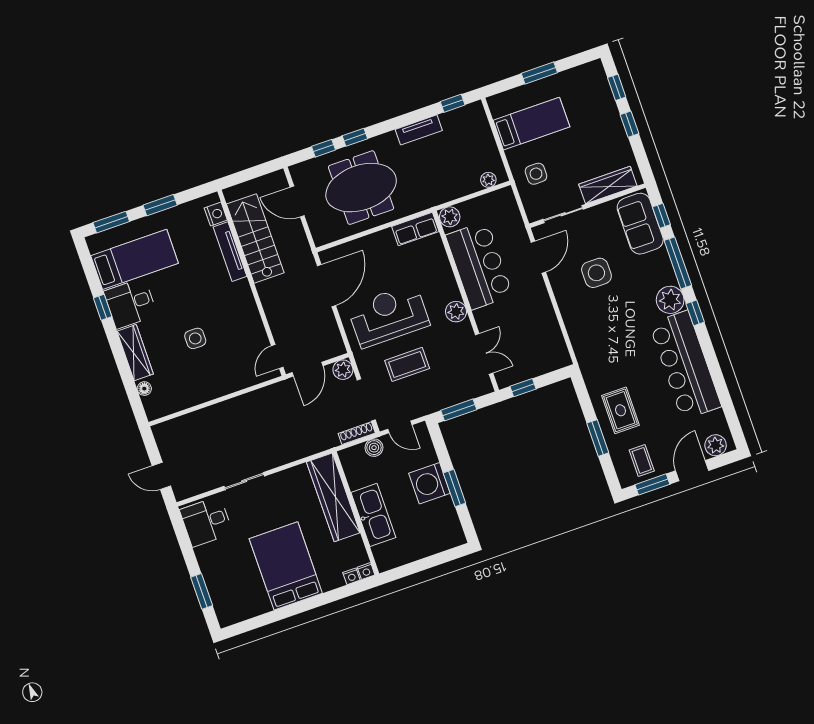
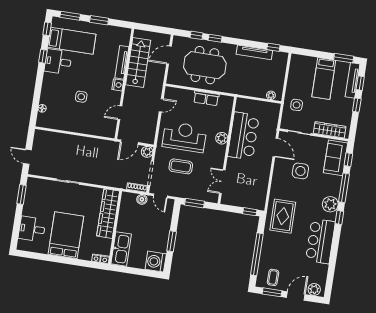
window: (539, 73) -> (344, 58), moved
tv unit: (603, 89) -> (353, 80), added
bed: (531, 124) -> (324, 79), moved, turned 90
tv unit: (419, 130) -> (254, 52), width x1.41
door: (297, 201) -> (169, 55), hinge flipped
nightstand: (216, 214) -> (118, 85), moved
plant: (450, 217) -> (242, 104), removed
row of seats: (415, 229) -> (206, 98), moved
door: (538, 257) -> (275, 148), hinge flipped
window: (87, 261) -> (47, 29), added
door: (326, 286) -> (161, 105), width x0.53
plant: (456, 312) -> (222, 138), moved
wardrobe: (135, 353) -> (47, 88), removed
double door: (484, 354) -> (222, 182), swing flipped
door: (277, 356) -> (120, 113), moved
bar counter: (685, 365) -> (320, 241), width x0.73
window: (523, 388) -> (250, 212), moved
rug: (620, 410) -> (283, 216), moved, width x1.36, depth x1.43
window: (598, 438) -> (257, 254), width x2.11
washing machine: (430, 483) -> (156, 262), moved
kitchen sink: (373, 515) -> (121, 249), moved
desk: (206, 522) -> (32, 229), moved
window: (202, 591) -> (22, 195), moved

